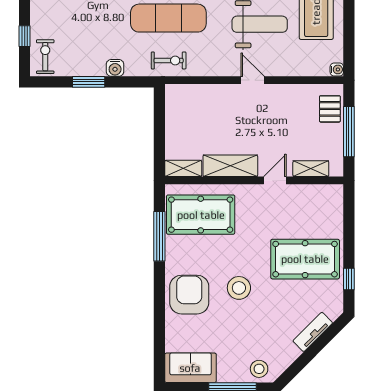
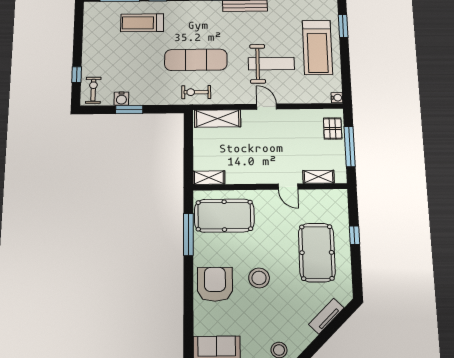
exercise bike: (169, 60) -> (196, 92), turned 180
water cooler: (115, 68) -> (121, 99), moved
shelving: (230, 166) -> (218, 118), moved
door: (275, 180) -> (288, 187), swing flipped
pool table: (305, 259) -> (317, 252), turned 90
window: (349, 279) -> (354, 235), moved

